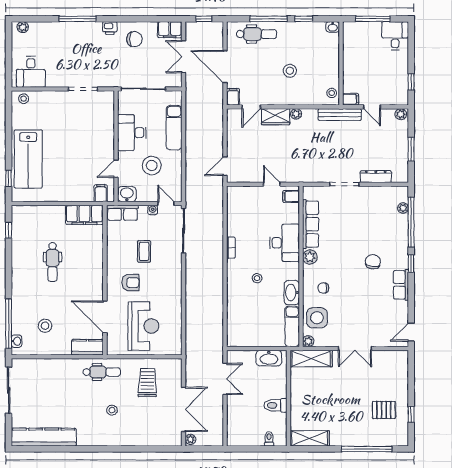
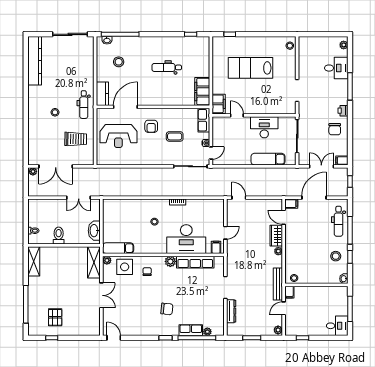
filing cabinet: (170, 30) -> (342, 160), width x0.50
stool: (290, 71) -> (336, 256), moved
desk: (31, 72) -> (336, 68), moved, turned 180
lab bench: (28, 159) -> (251, 68), moved
stool: (152, 166) -> (239, 142), removed
filing cabinet: (101, 193) -> (219, 104), width x2.00
washbasin: (127, 194) -> (218, 124), removed
desk: (285, 243) -> (186, 239), width x1.36, depth x1.30
row of seats: (401, 285) -> (191, 330), moved
washbasin: (292, 293) -> (144, 248), removed
double door: (355, 348) -> (101, 295), swing flipped

